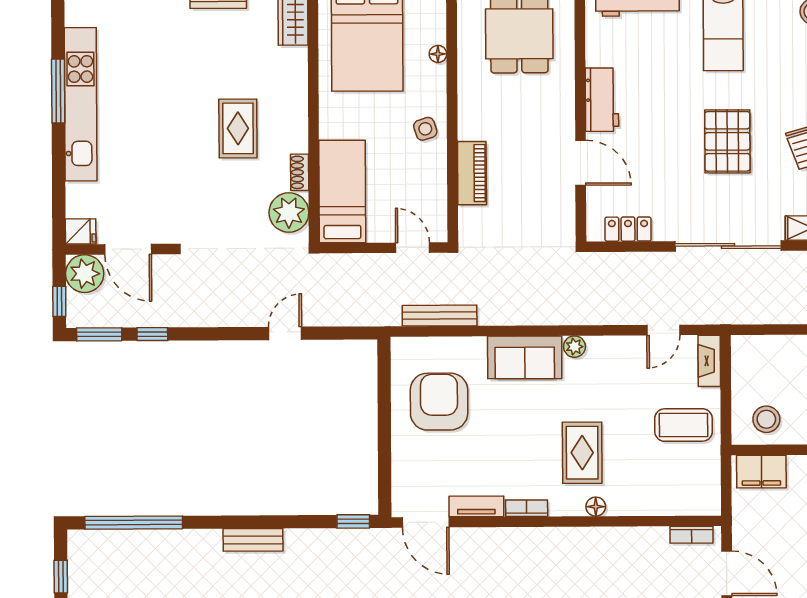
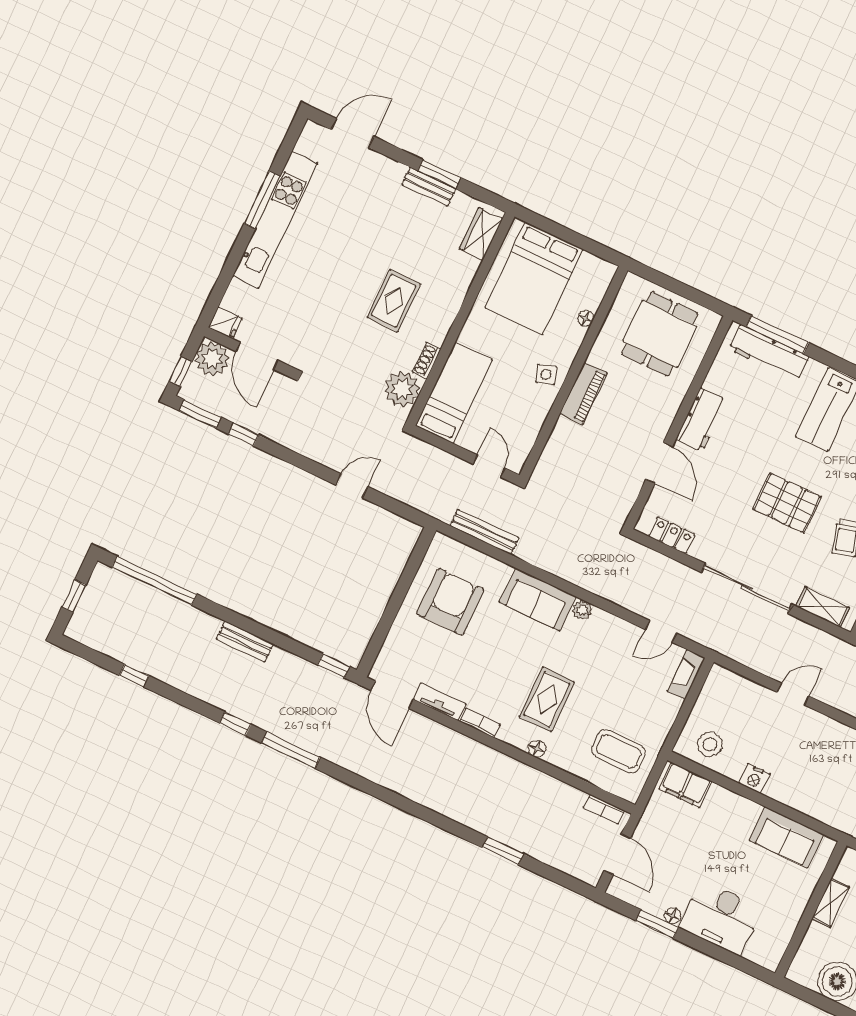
pallet: (727, 141) -> (787, 503), turned 90
piano: (472, 173) -> (583, 393), moved
coffee table: (683, 425) -> (619, 751), moved

